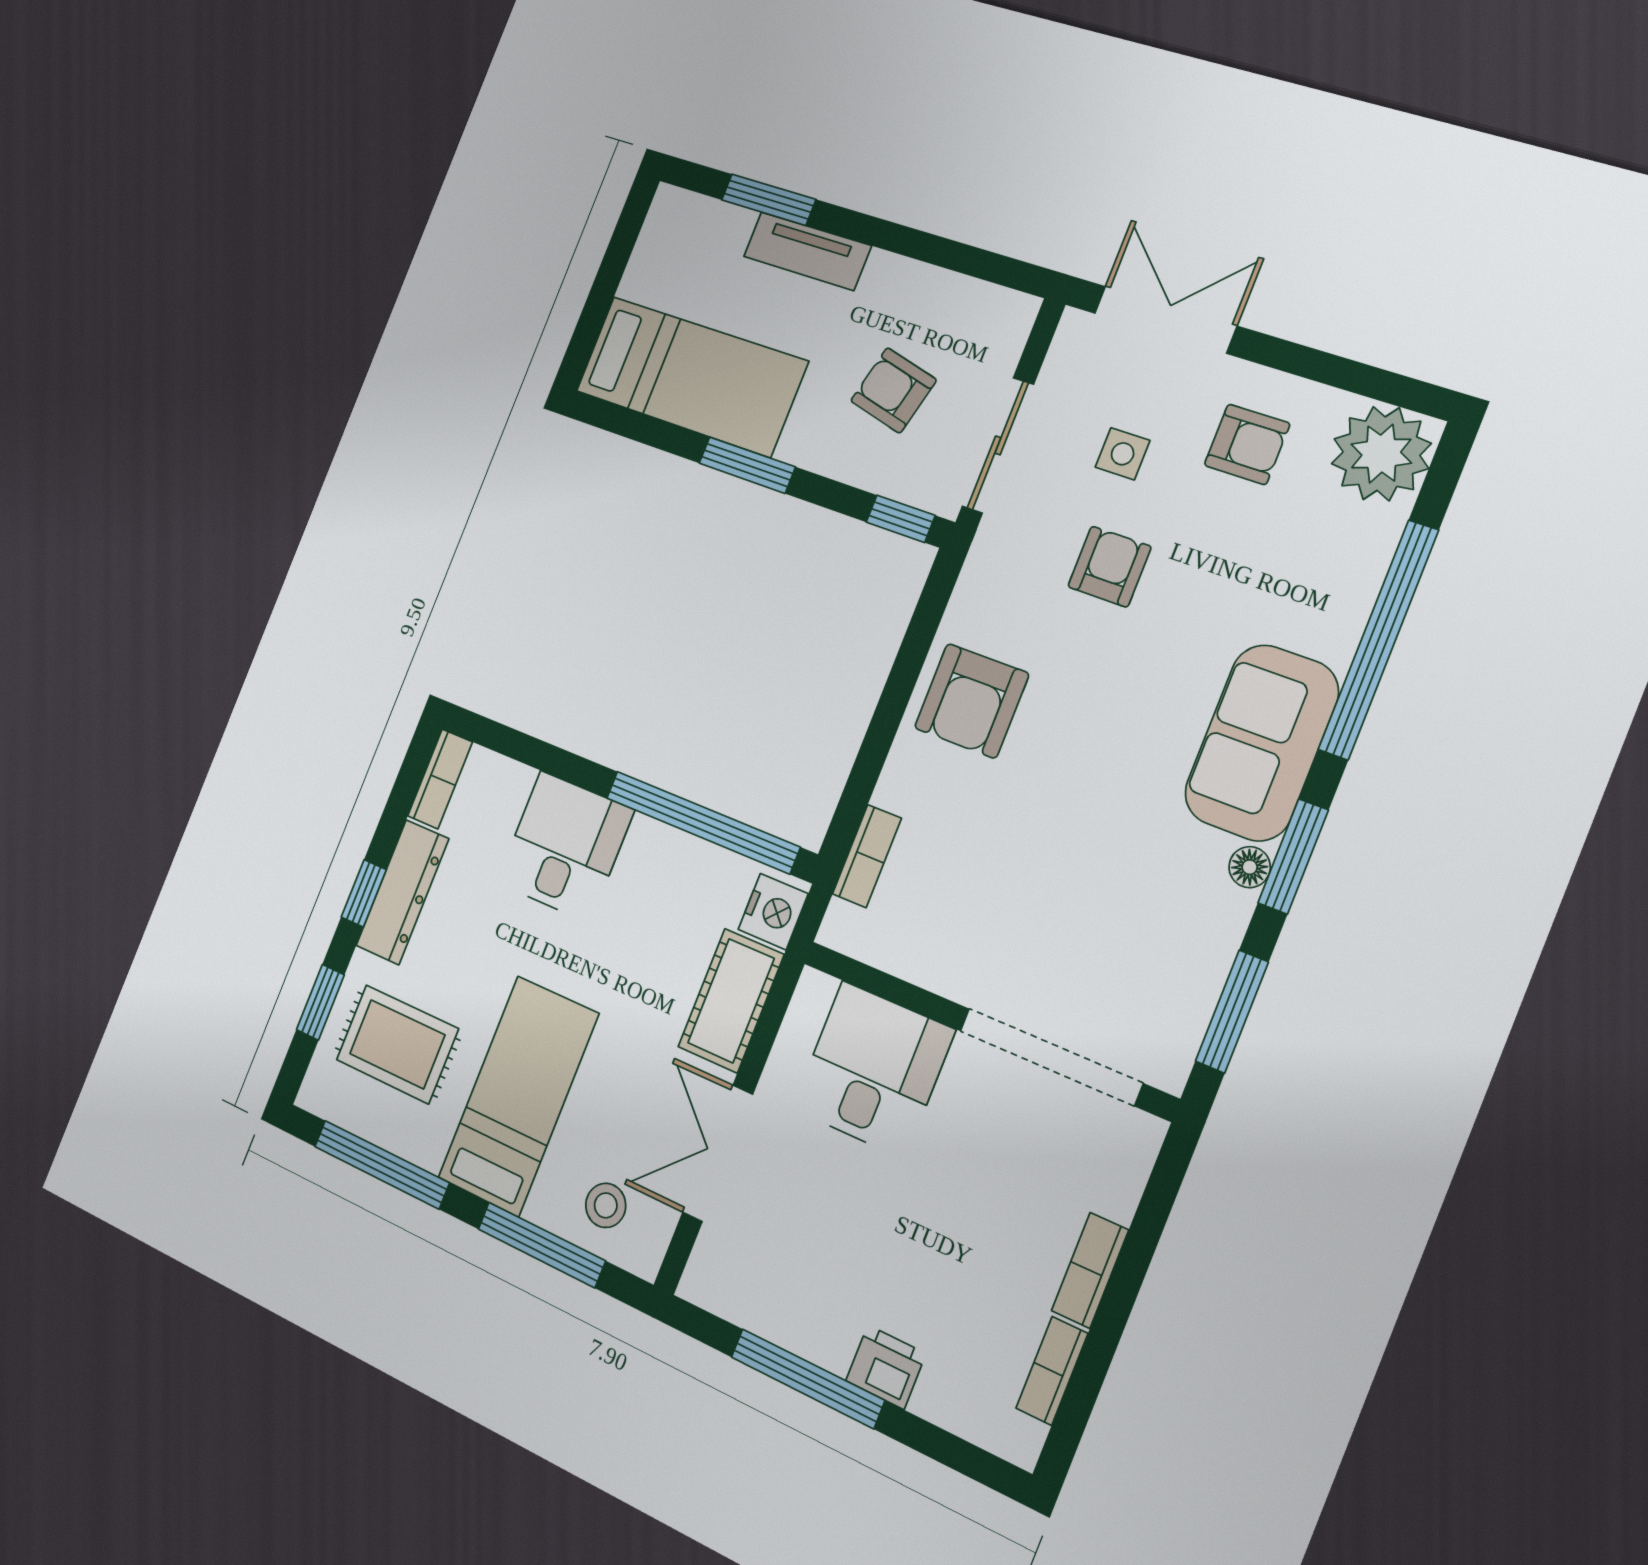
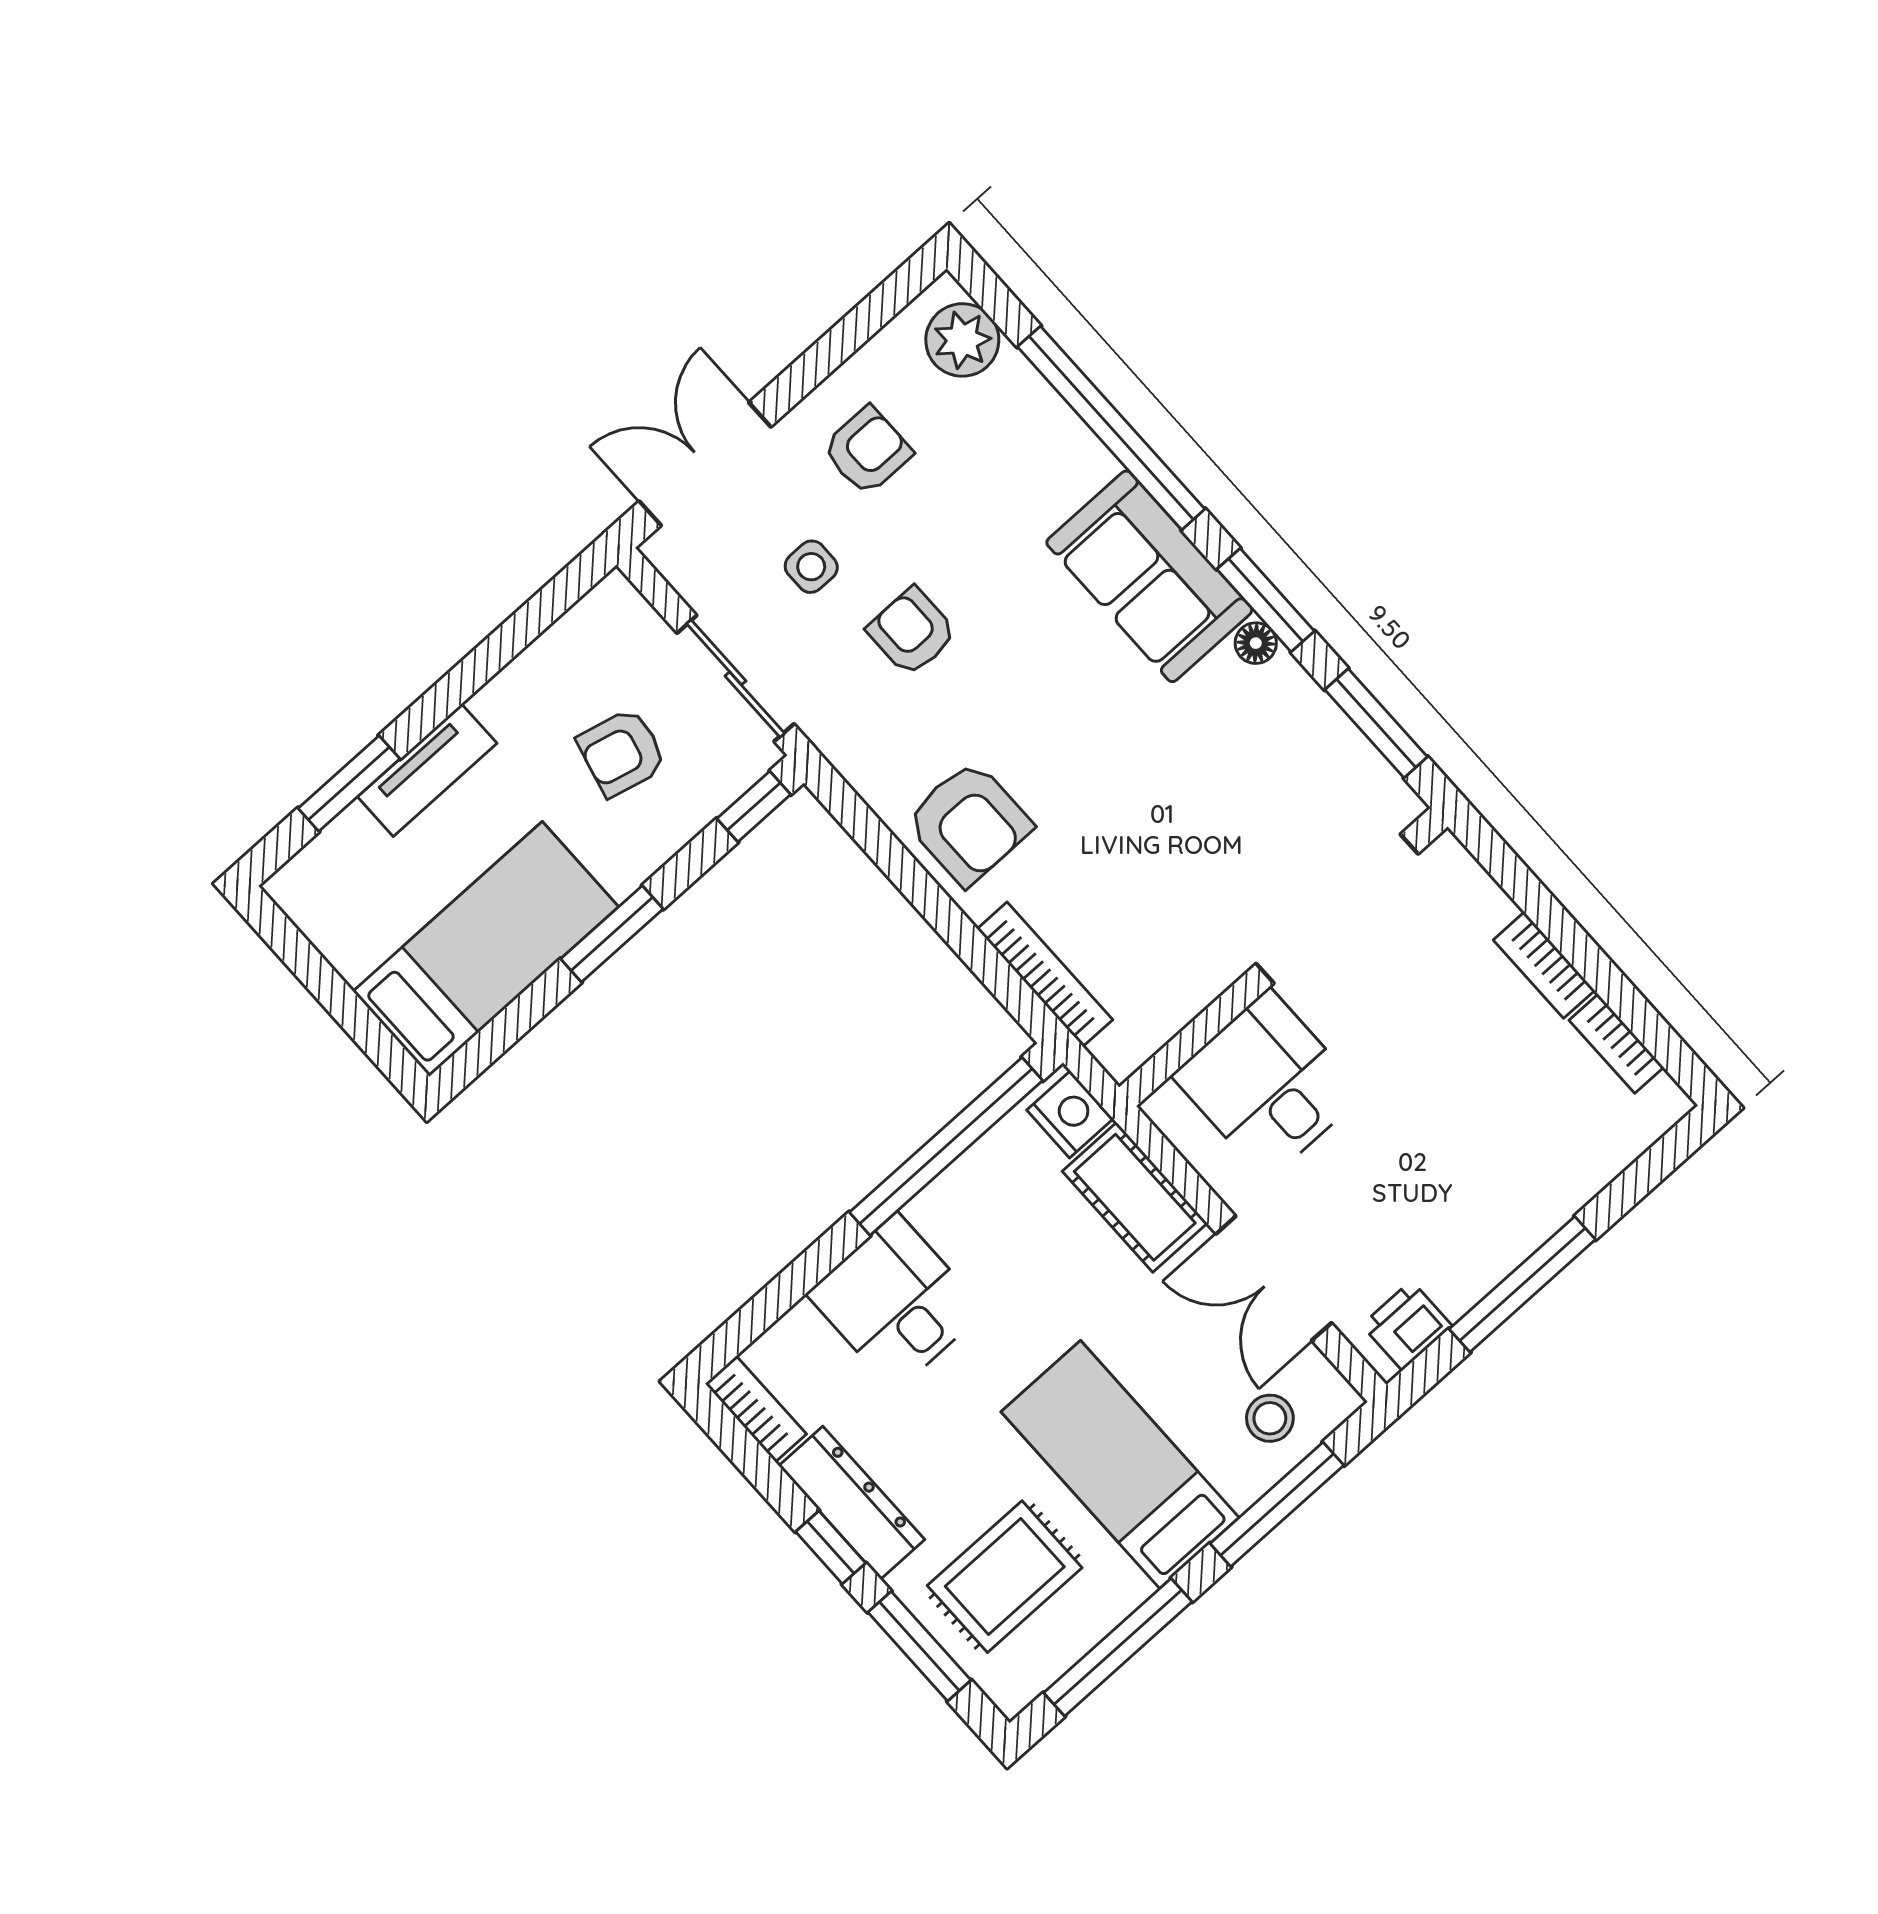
plant: (1381, 454) -> (962, 340), width x0.73, depth x0.73
bookcase: (867, 856) -> (1045, 974), width x1.56
window: (320, 1002) -> (919, 1646), width x1.50
printer: (886, 1367) -> (1407, 1326), moved

